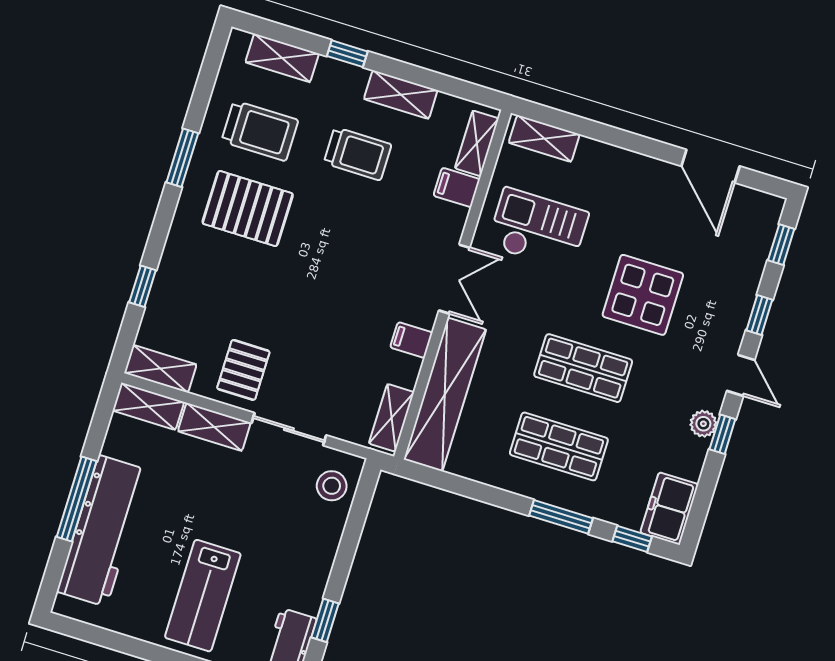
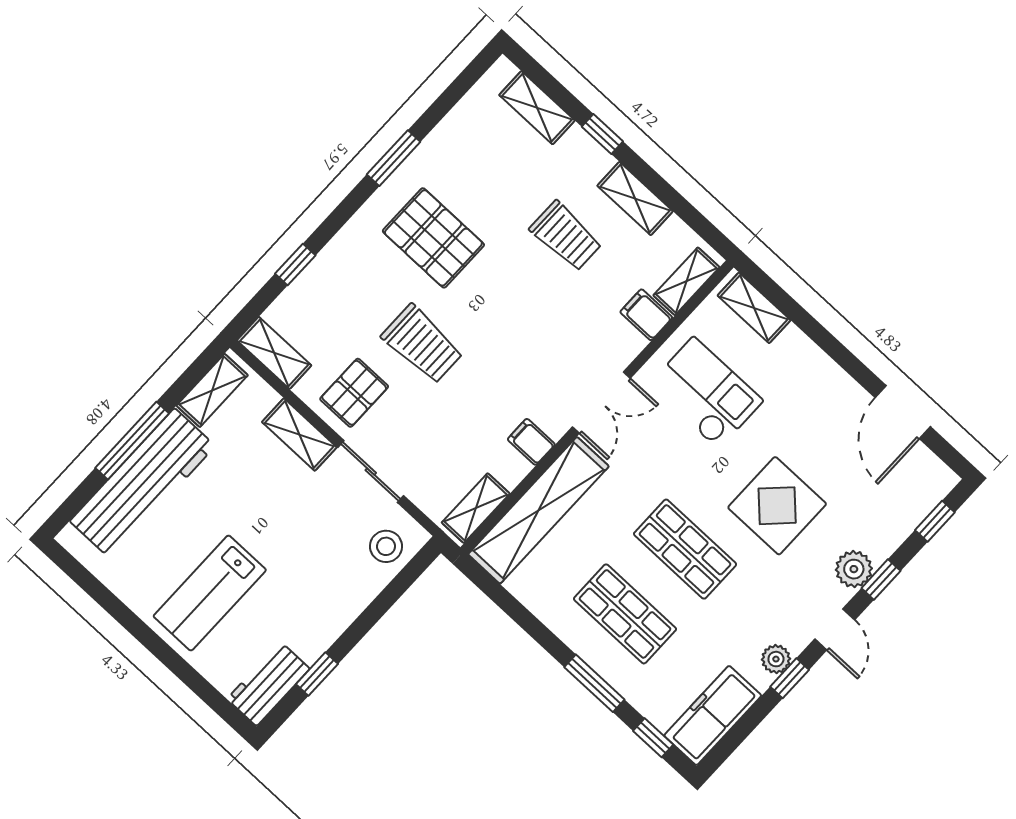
trolley: (260, 131) -> (422, 344), moved
plant: (732, 317) -> (854, 569), added
shelving: (148, 406) -> (212, 390), moved, turned 90
freezer: (669, 509) -> (713, 715), width x1.40

